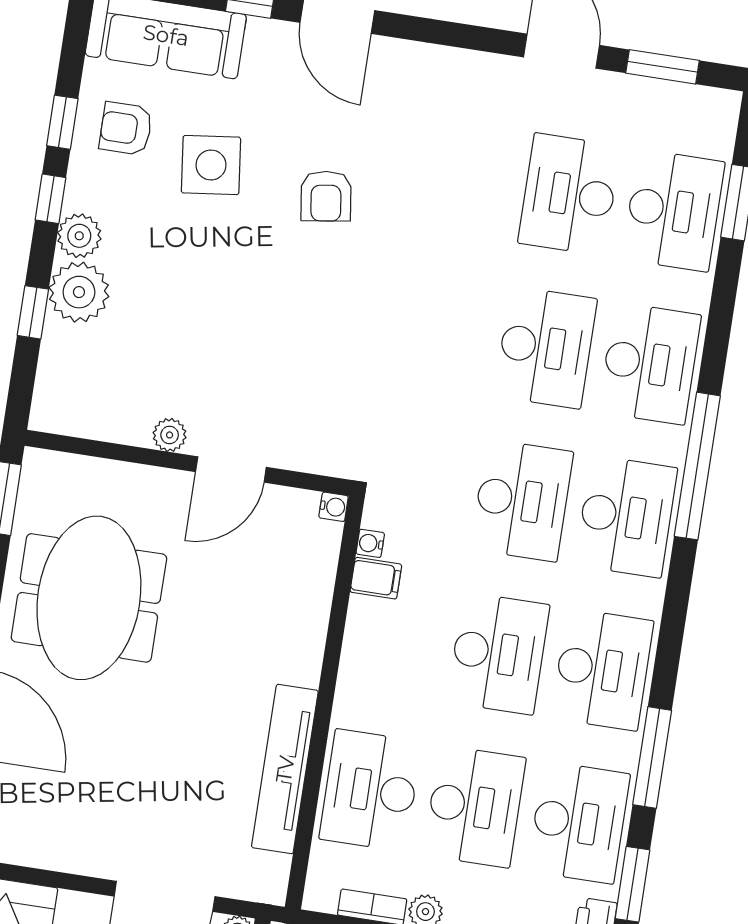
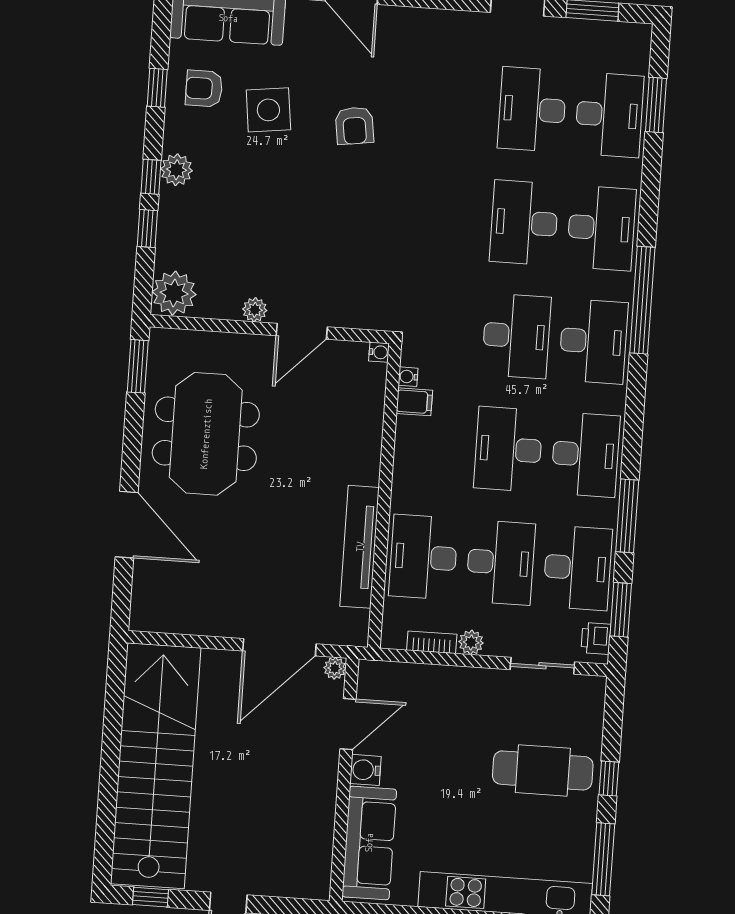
window: (50, 199) -> (151, 177), moved
plant: (79, 292) -> (174, 293), moved
desk: (546, 347) -> (524, 223), turned 180
desk: (498, 653) -> (508, 449), turned 180

